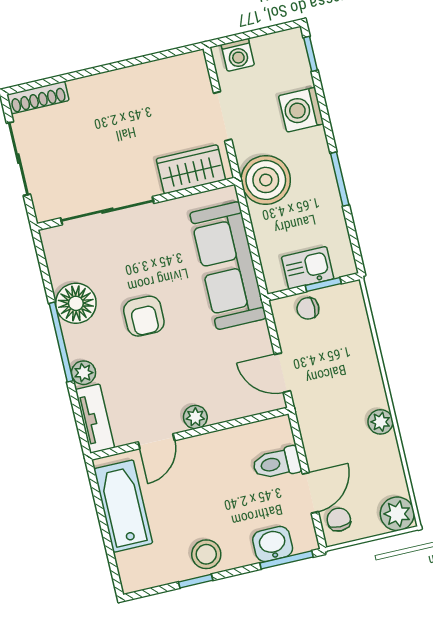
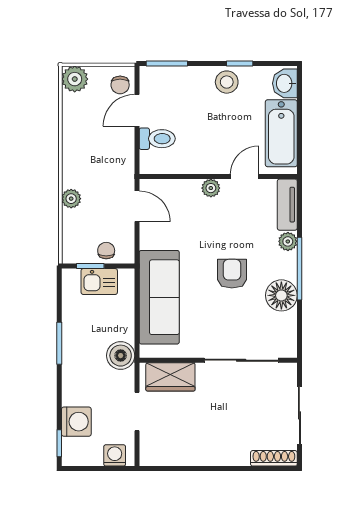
washing machine: (301, 110) -> (76, 422), moved
boiler: (266, 180) -> (121, 356), width x0.73, depth x0.73
chair: (308, 308) -> (106, 251), turned -90
plant: (380, 422) -> (71, 199), moved
washbasin: (273, 544) -> (285, 83), moved, turned 90

